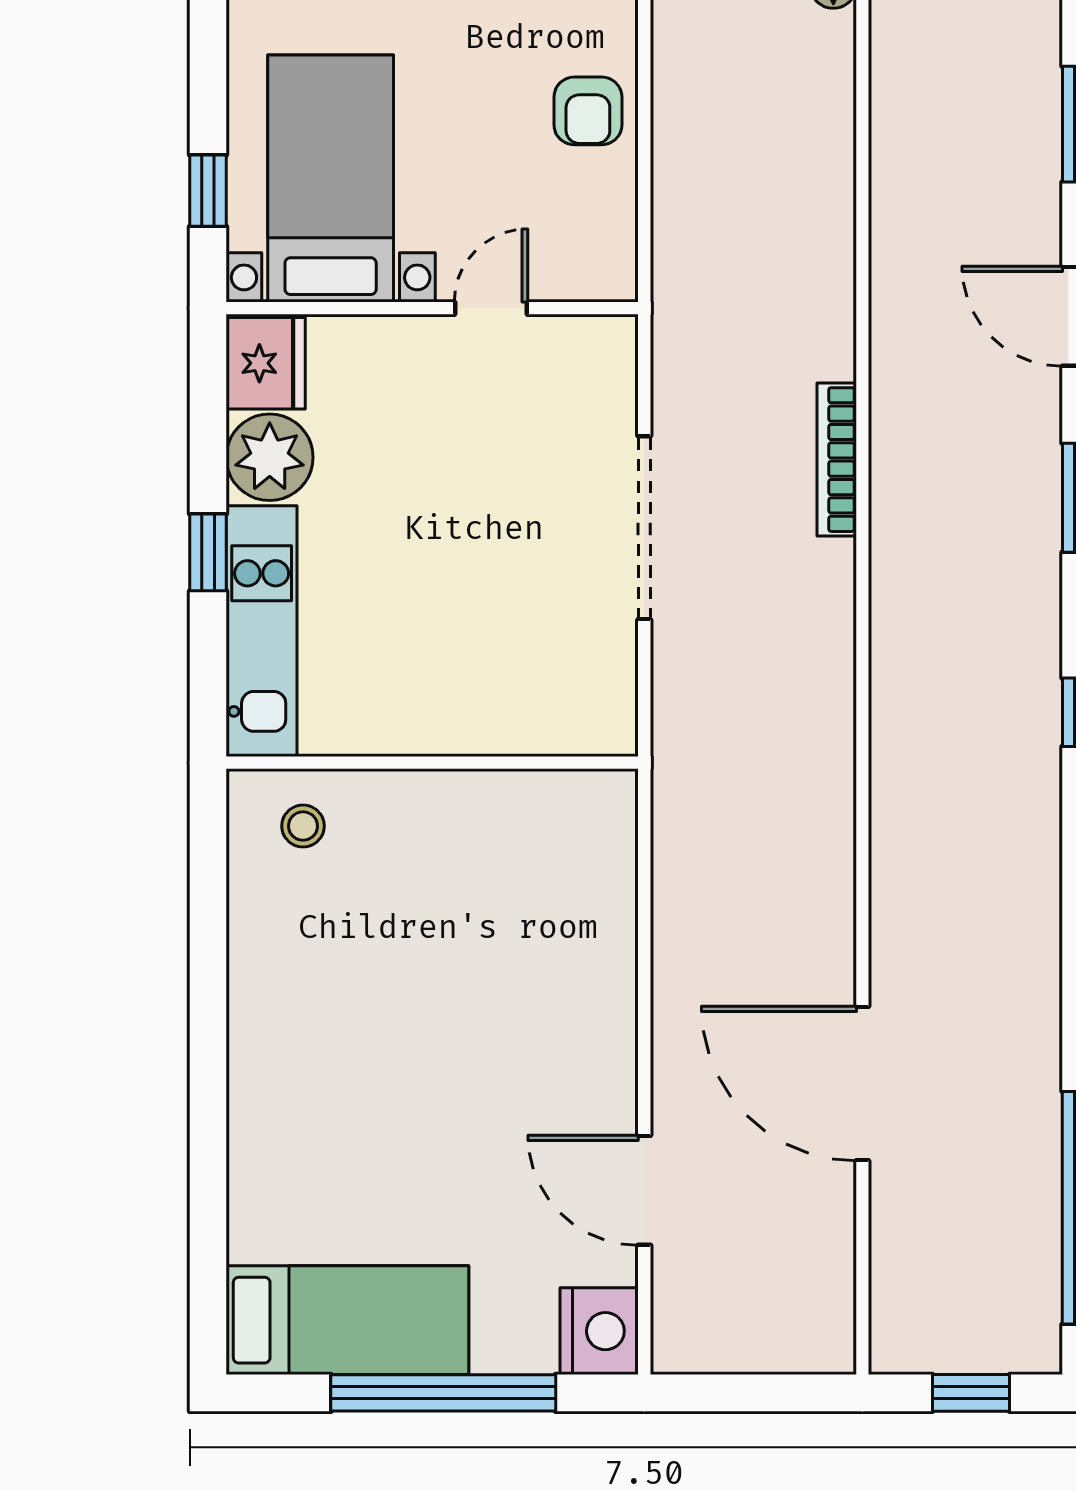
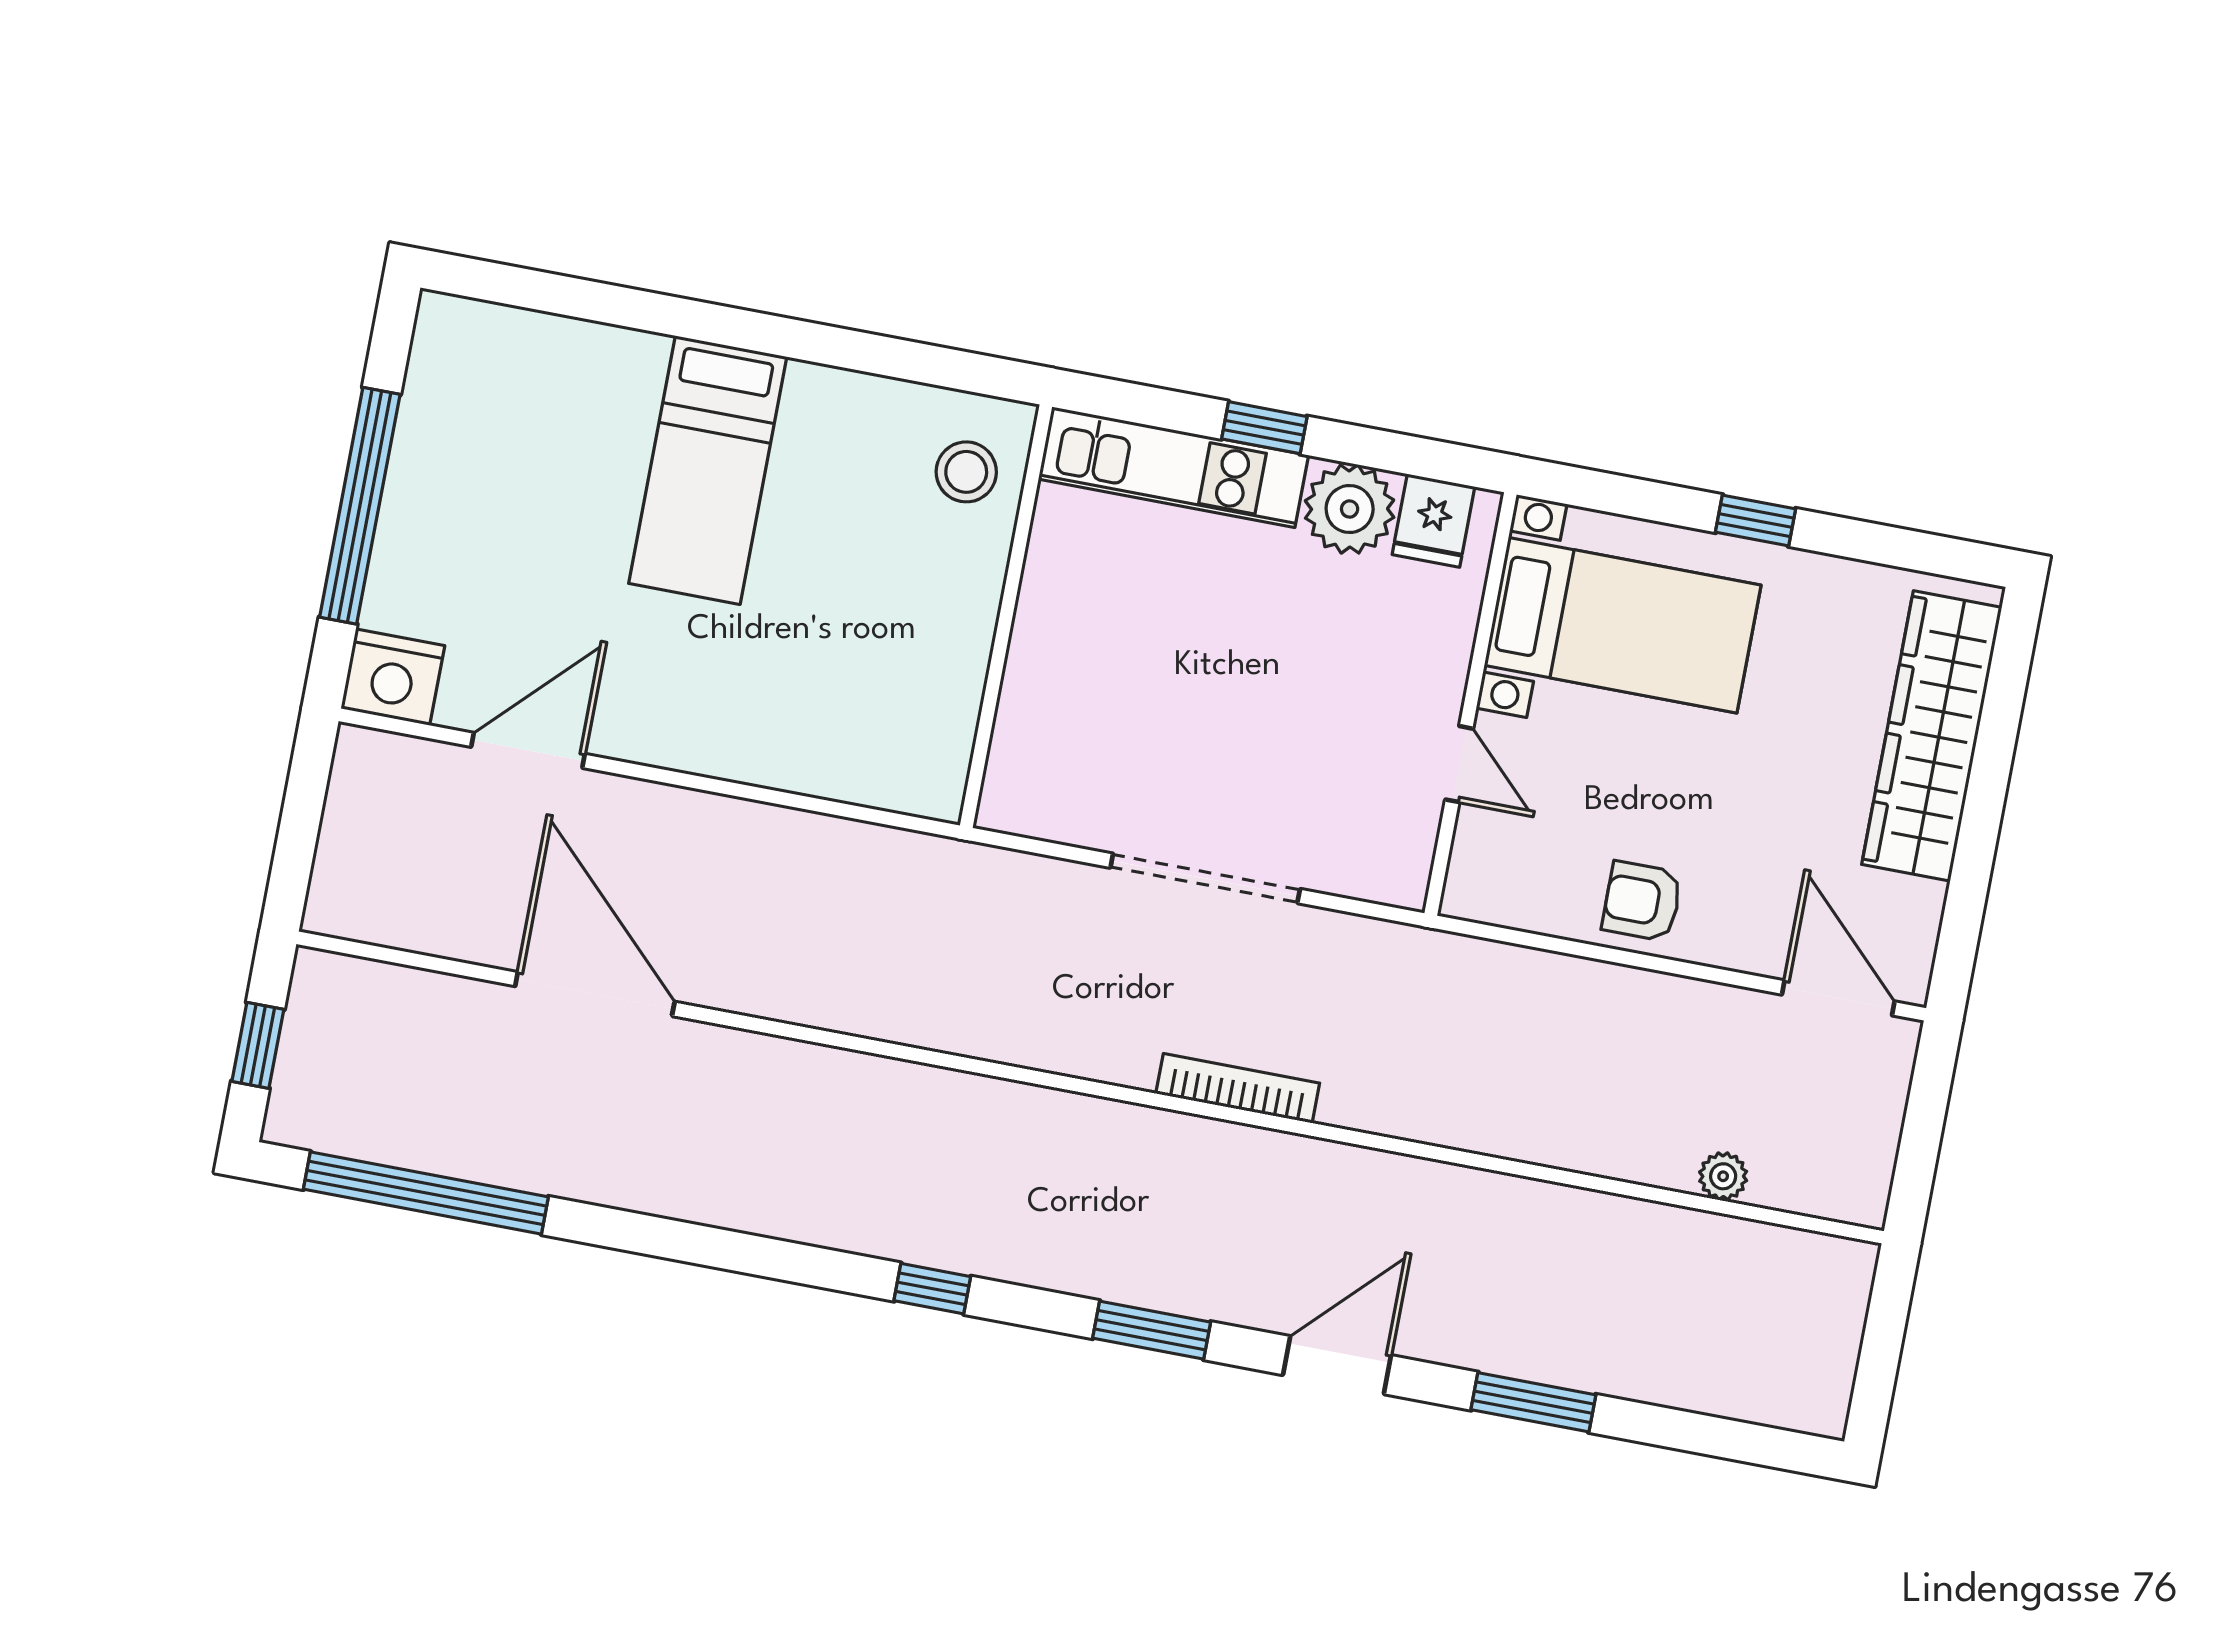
window: (208, 191) -> (1756, 521), moved
fridge: (266, 363) -> (1433, 521), width x0.72
stool: (303, 826) -> (966, 472), width x1.37, depth x1.37
door: (862, 1084) -> (595, 994), hinge flipped
bed: (347, 1320) -> (708, 470), moved

